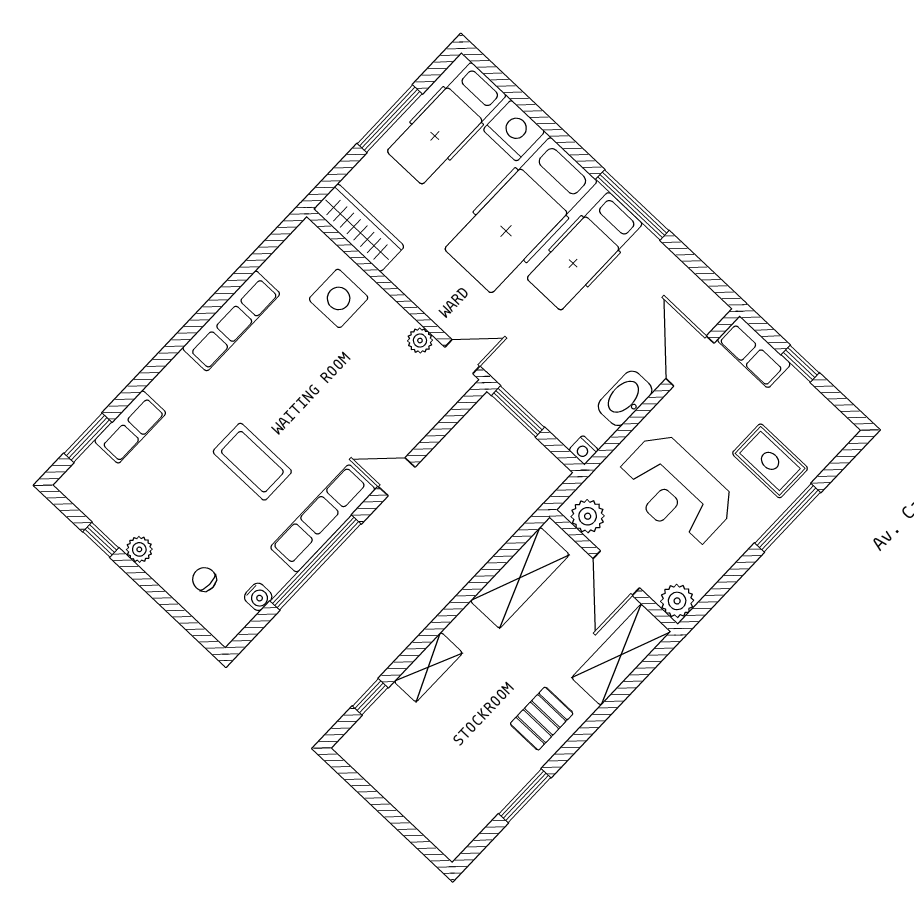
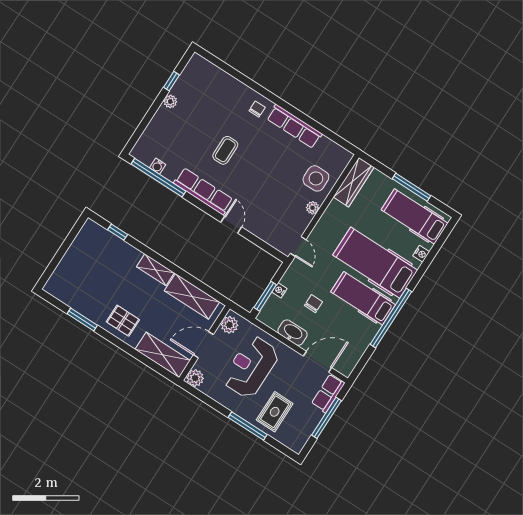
nightstand: (514, 131) -> (421, 254), width x0.53, depth x0.56
window: (632, 205) -> (391, 318), width x1.46
plant: (420, 341) -> (313, 208), moved
chair: (577, 348) -> (314, 304), added
window: (800, 364) -> (327, 418), width x2.17
window: (518, 411) -> (265, 296), moved
row of seats: (130, 427) -> (231, 85), removed
window: (88, 438) -> (222, 65), removed
nightstand: (584, 450) -> (279, 290), moved
coffee table: (252, 462) -> (225, 150), width x0.73, depth x0.77
window: (316, 562) -> (158, 178), moved
chair: (204, 579) -> (257, 109), moved
shelving: (428, 667) -> (155, 270), moved

